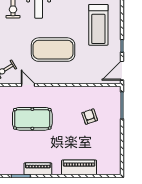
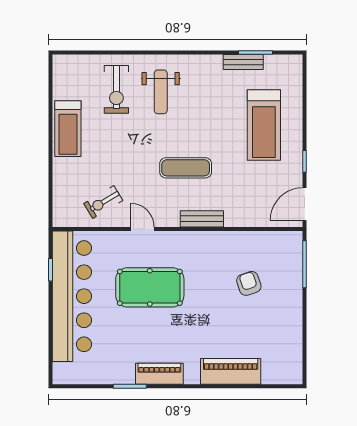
exercise mat: (53, 50) -> (186, 168), width x0.50, depth x0.69
bench: (62, 79) -> (202, 219), added

